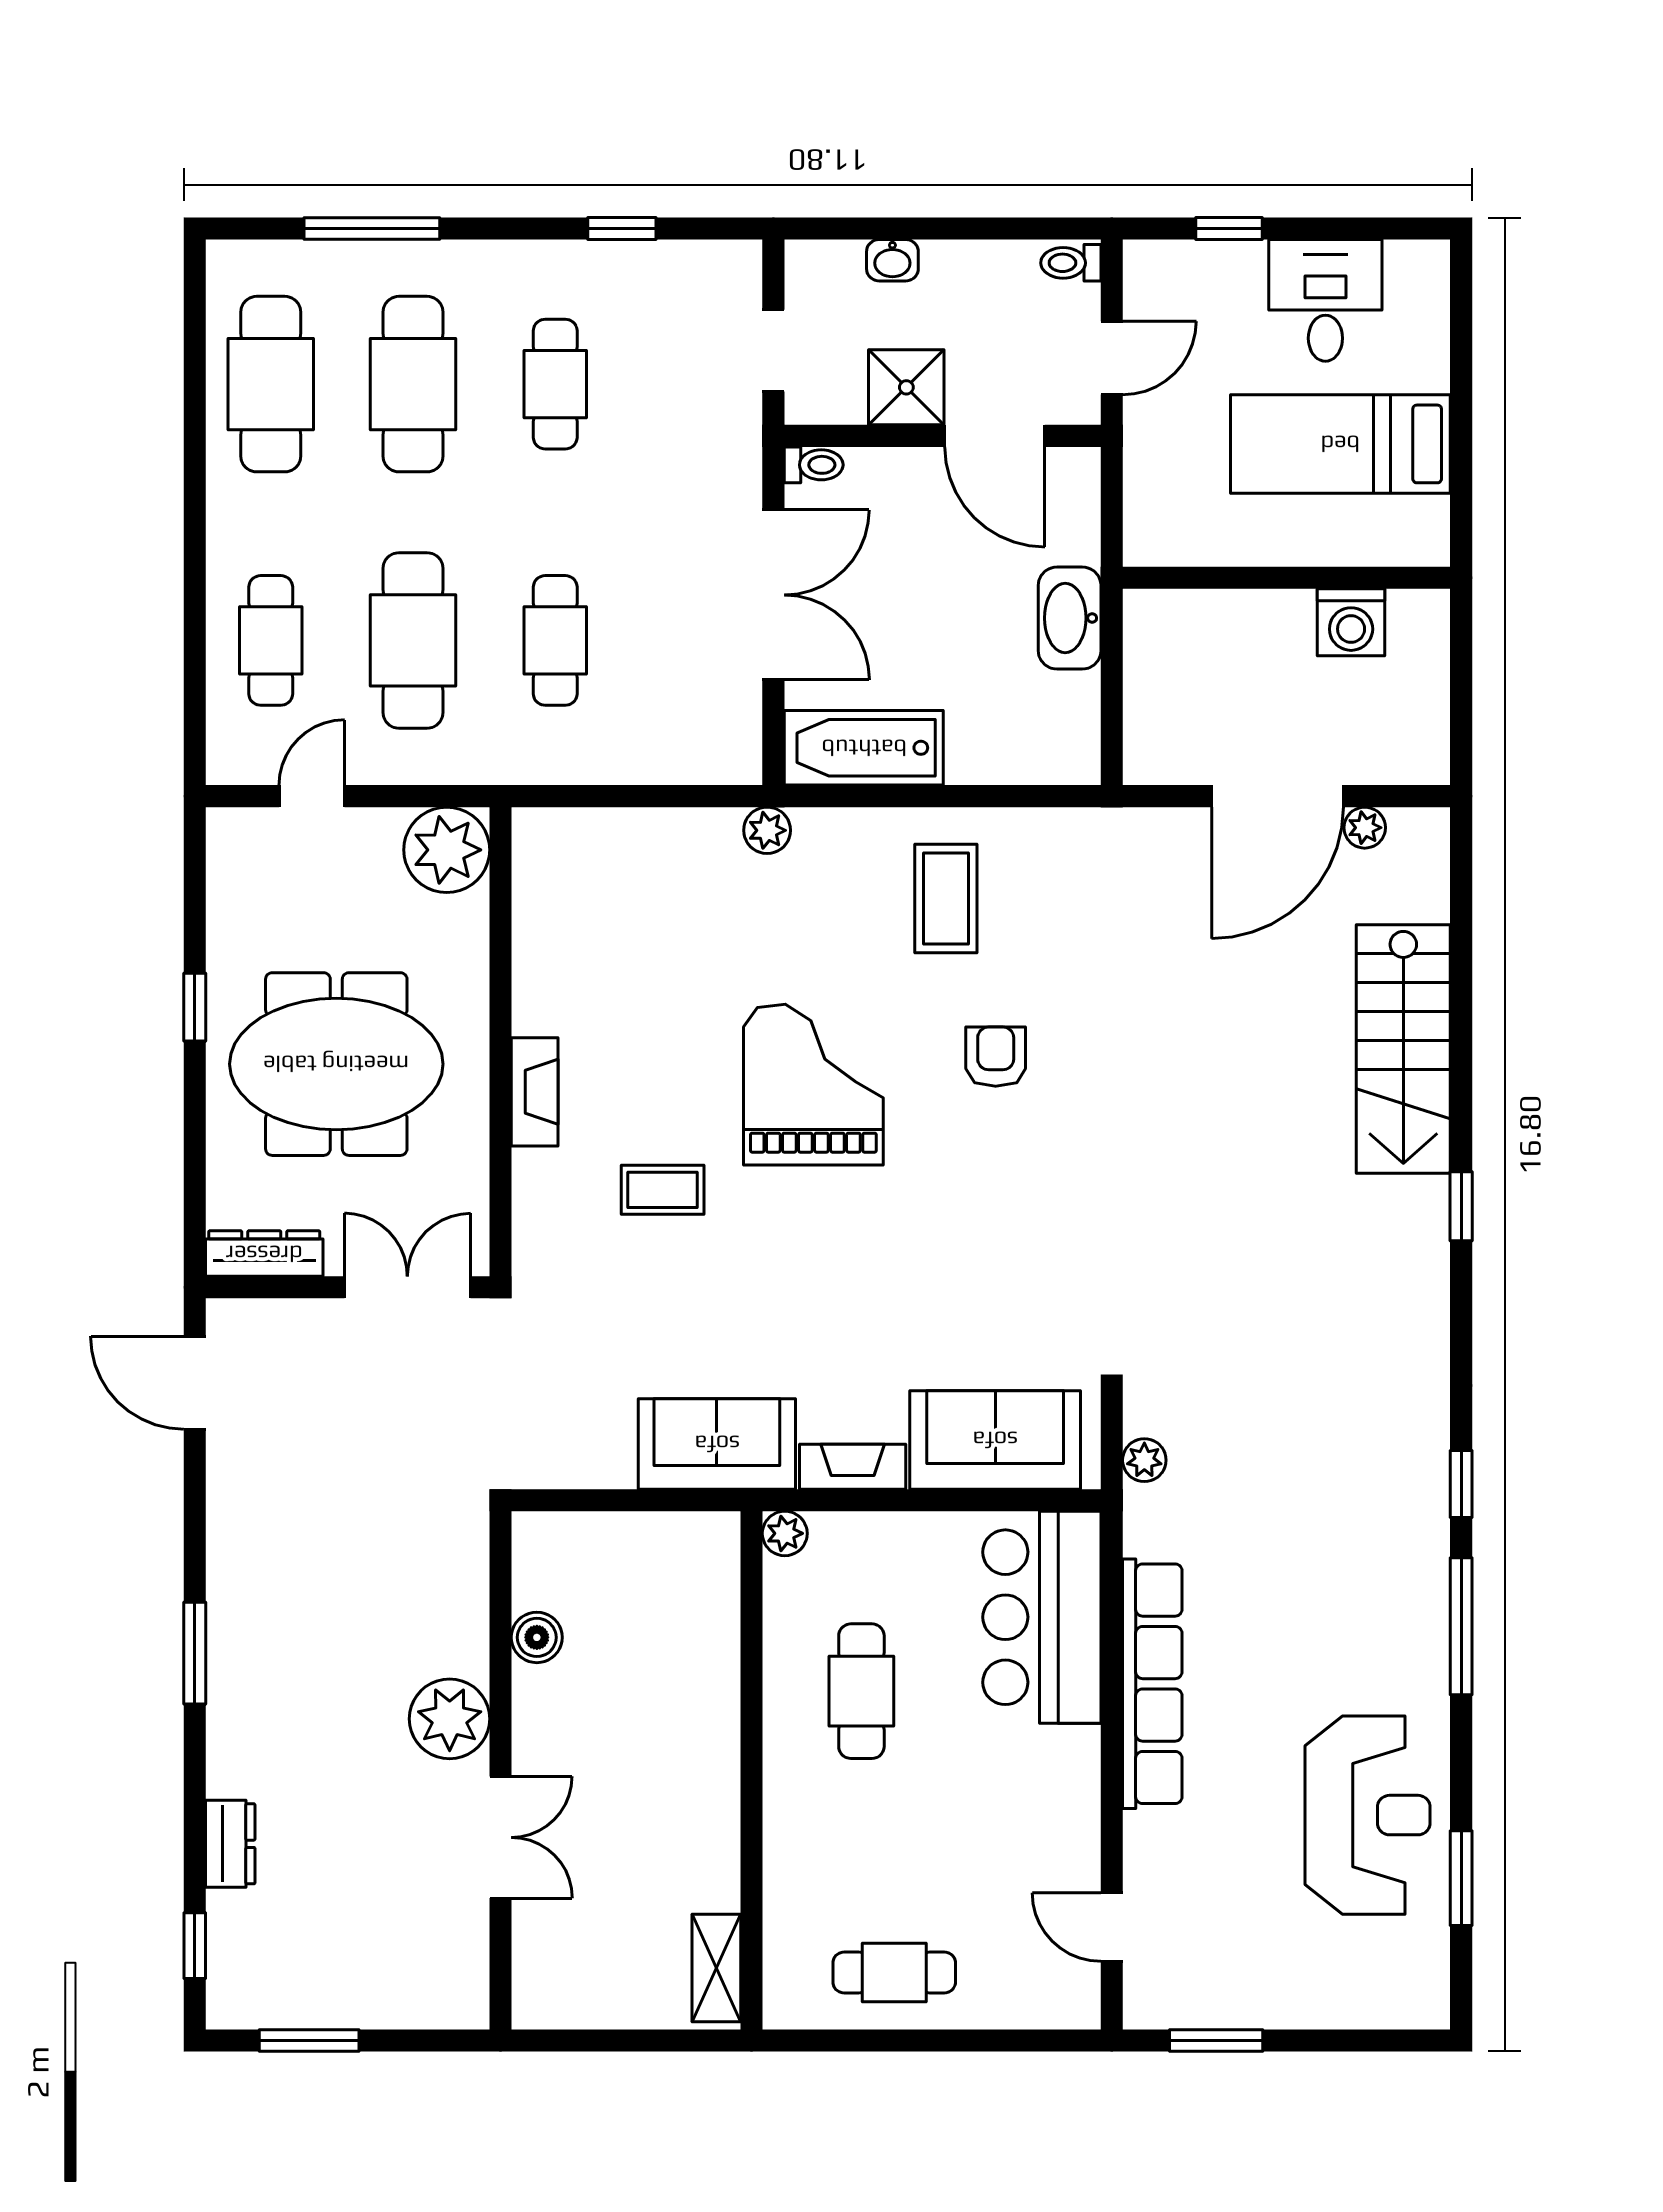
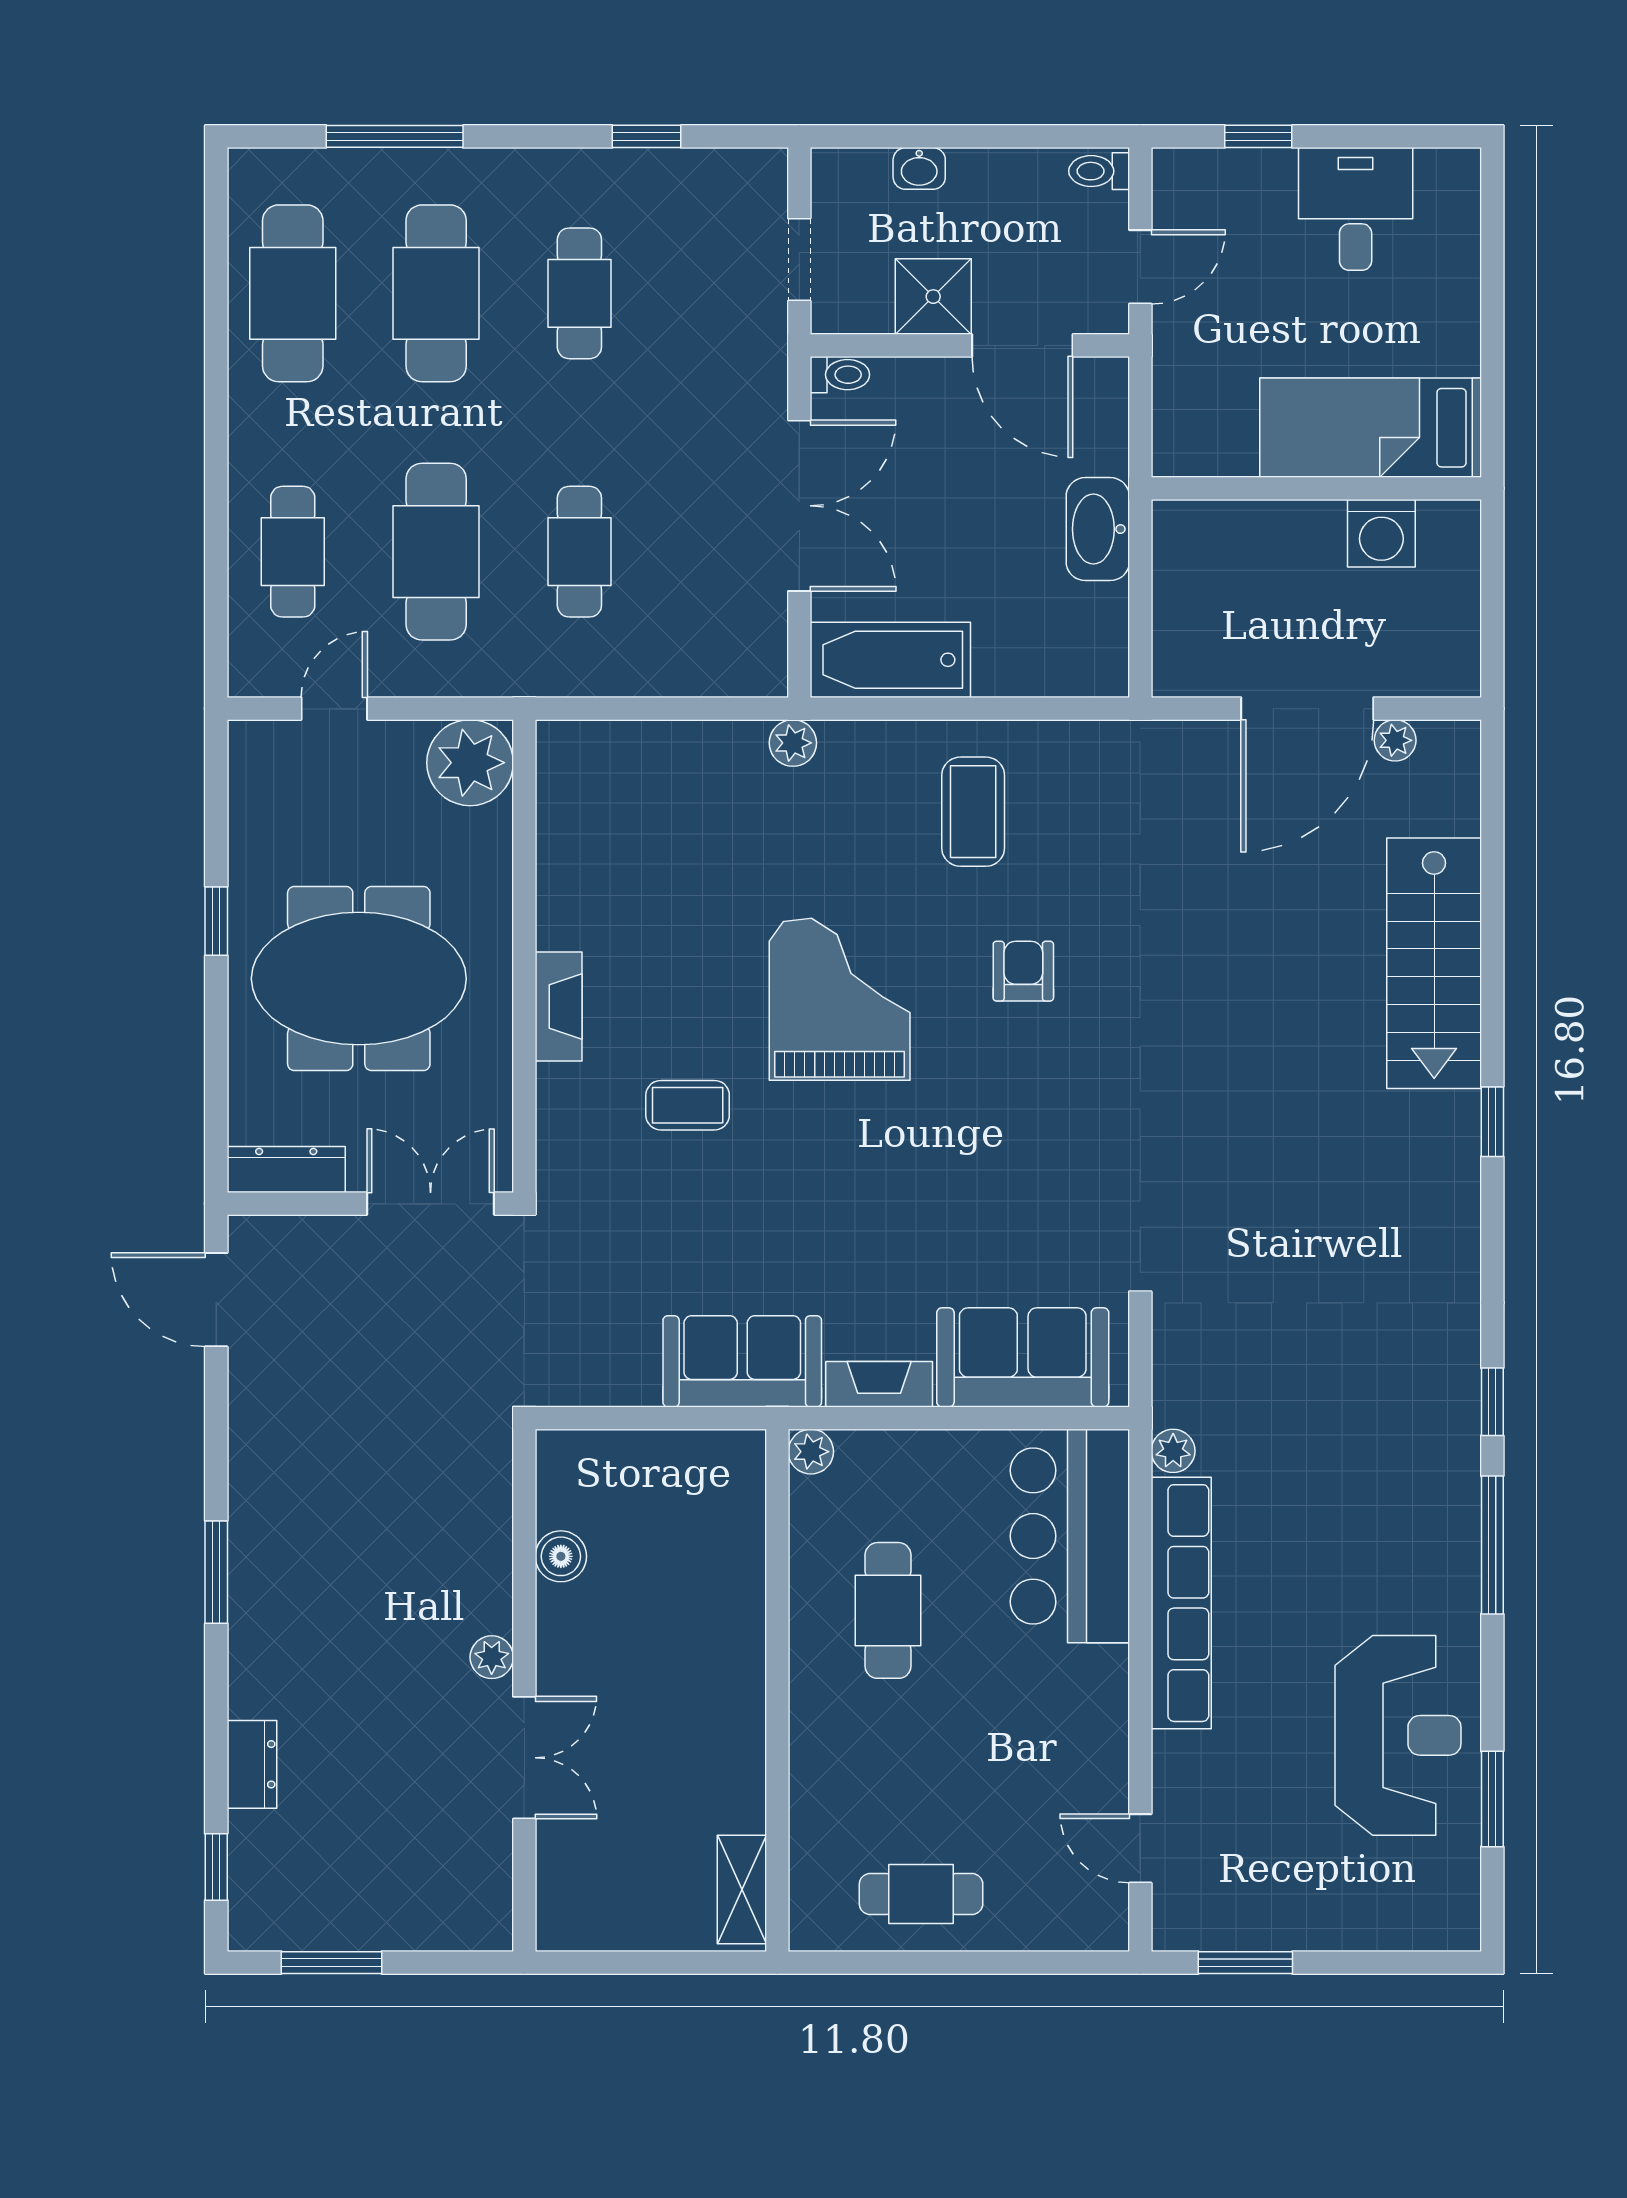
bed: (1340, 444) -> (1371, 428), moved
plant: (1144, 1460) -> (1173, 1451), moved
plant: (450, 1719) -> (492, 1657), width x0.53, depth x0.53

